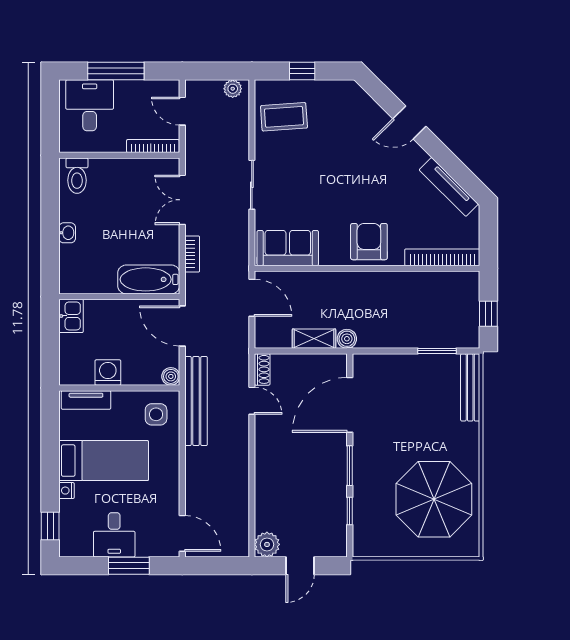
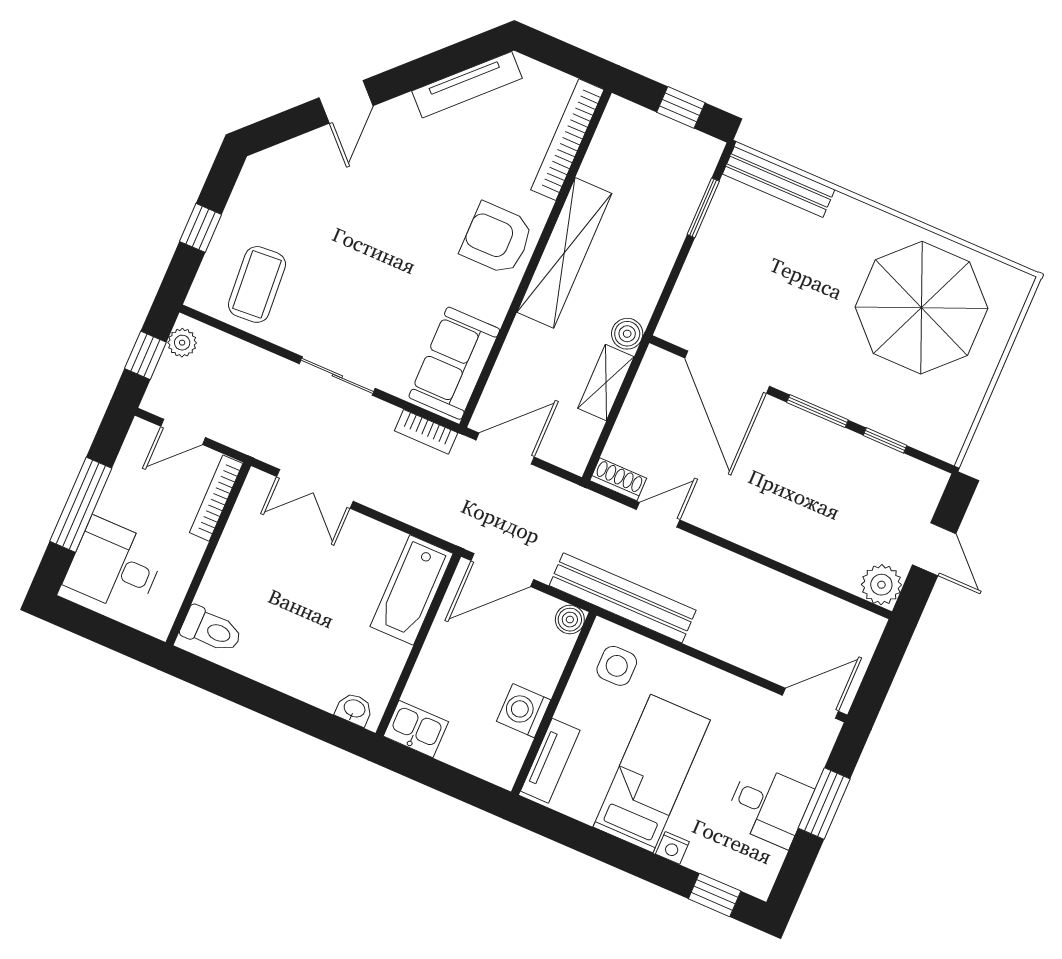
window: (216, 71) -> (145, 355), added
washbasin: (67, 233) -> (354, 709), moved
bookcase: (192, 254) -> (426, 432), moved, turned 180
shelving: (377, 283) -> (564, 253), added

